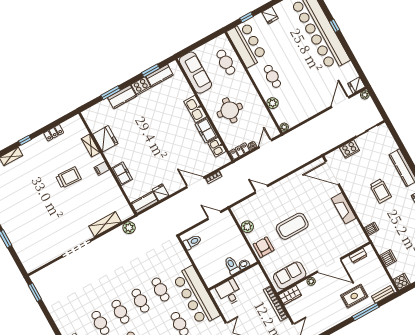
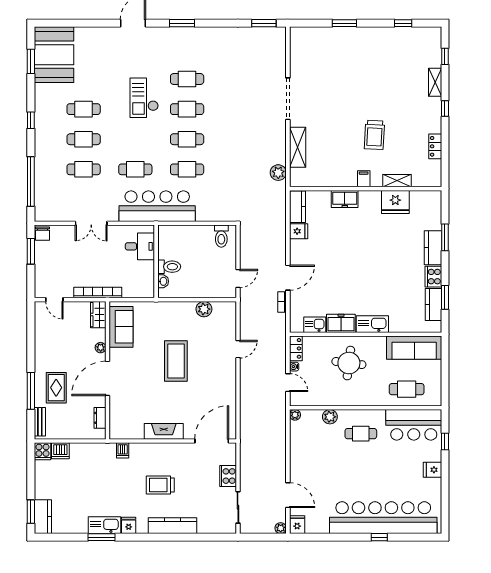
armchair: (264, 247) -> (170, 315), removed
dishwasher: (388, 258) -> (60, 451), moved

